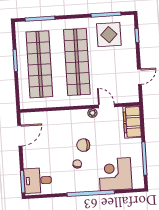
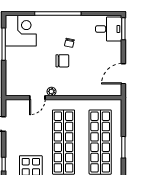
door: (106, 106) -> (37, 98), hinge flipped
filing cabinet: (132, 122) -> (13, 80), removed
corner desk: (115, 174) -> (21, 31), moved, turned -90

